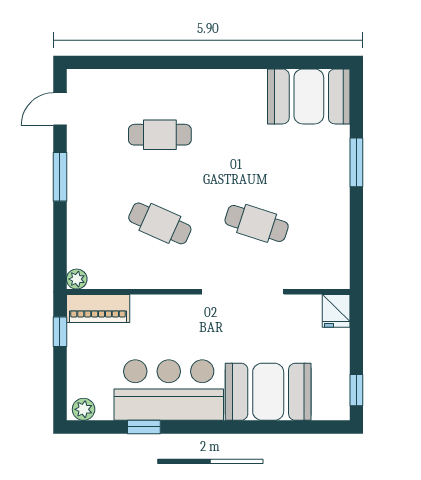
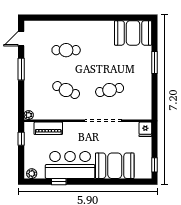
cafe table: (257, 223) -> (110, 90), turned -30
piano: (98, 309) -> (48, 128), moved

